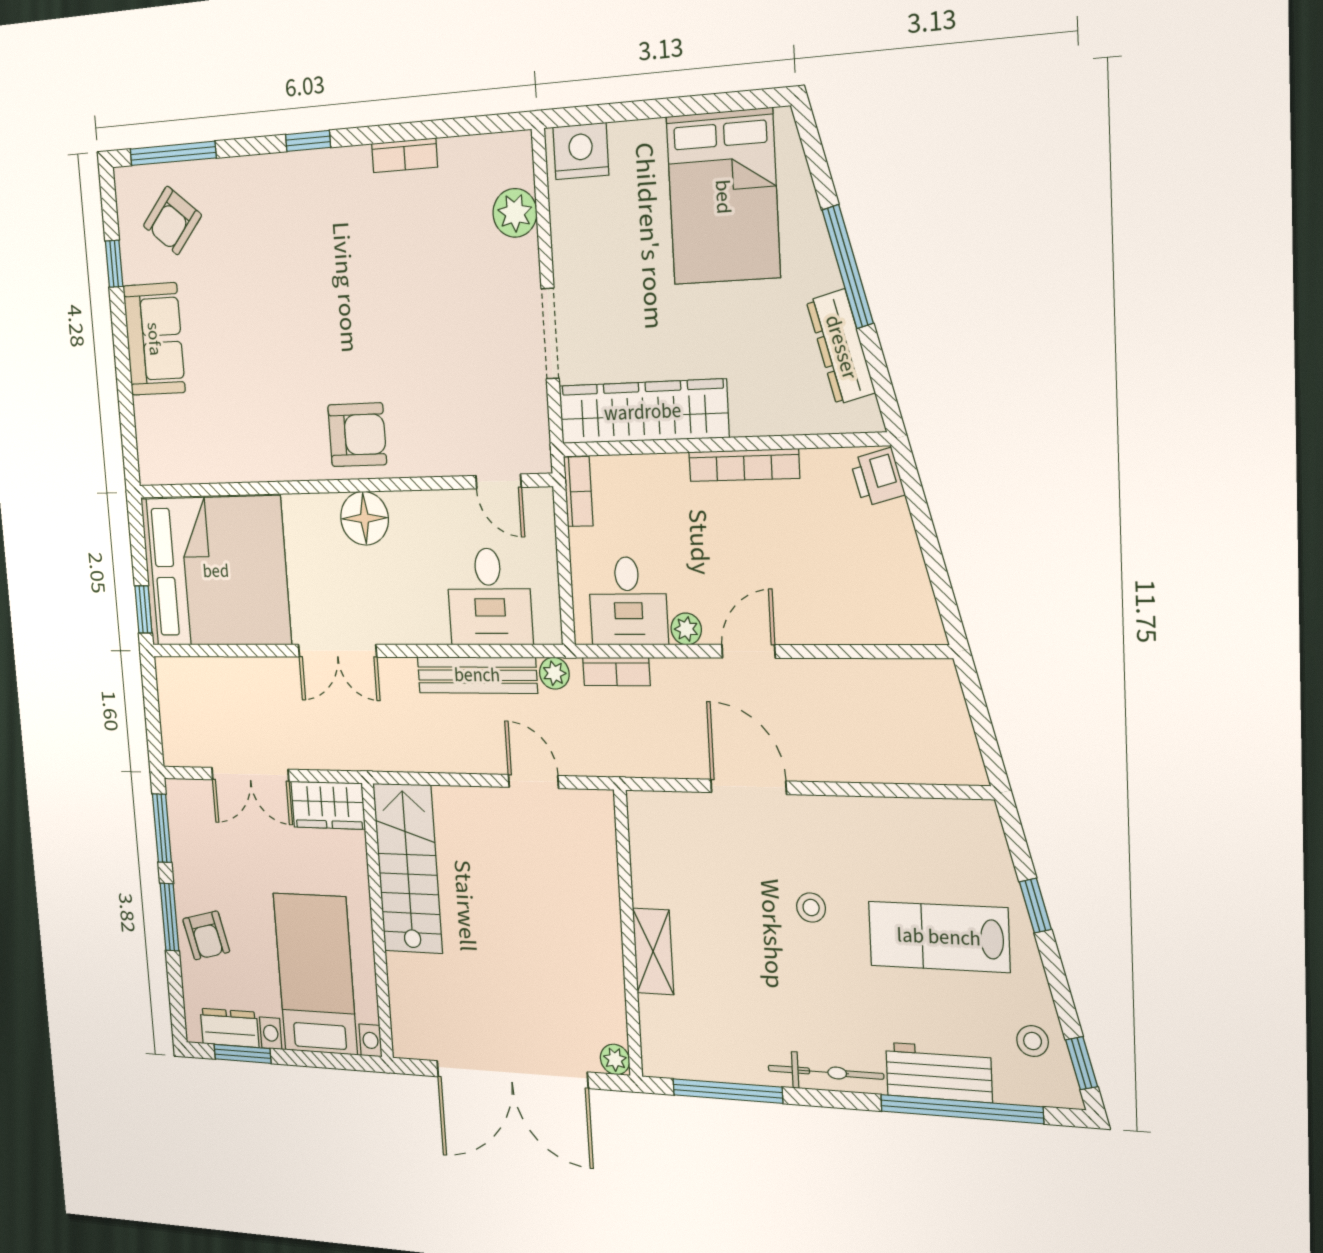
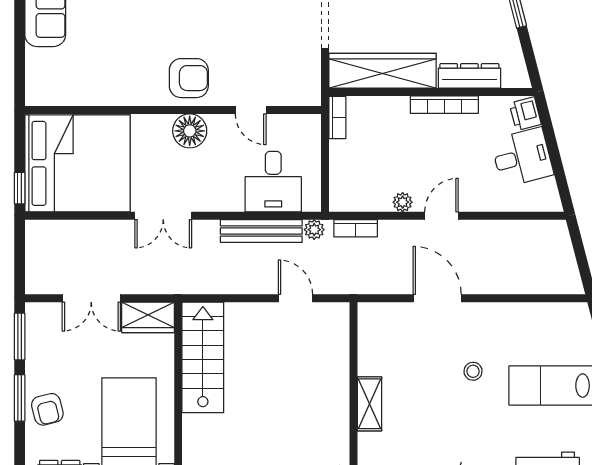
dresser: (841, 347) -> (469, 76), moved, turned 104
door: (499, 481) -> (251, 110), moved
desk: (628, 601) -> (522, 157), moved, turned -104

